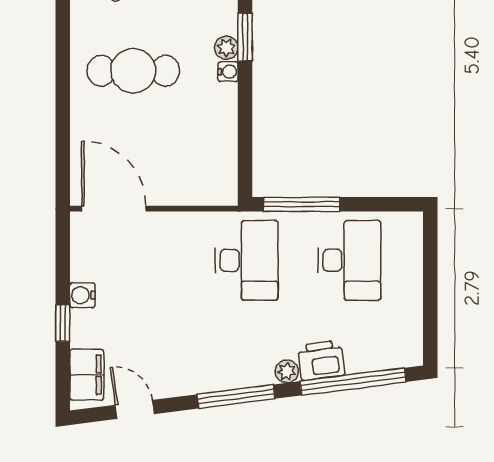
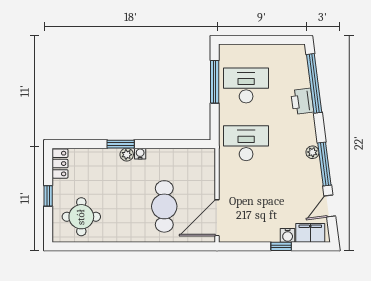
cafe table: (133, 71) -> (164, 206), moved
window: (302, 204) -> (215, 82), moved
water cooler: (82, 295) -> (288, 235), moved
plant: (287, 371) -> (312, 152), moved
window: (236, 396) -> (324, 164), moved

